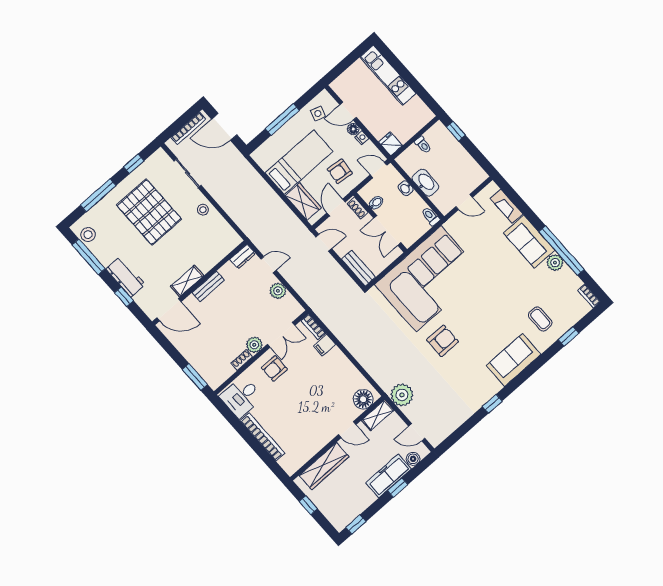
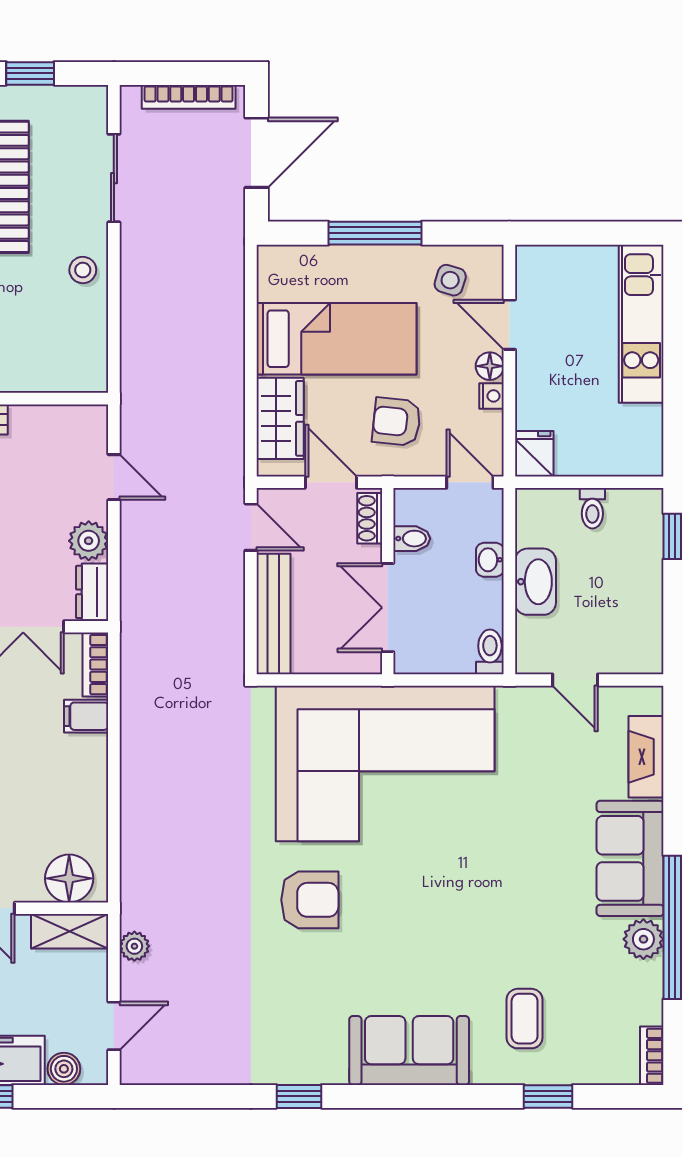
door: (224, 127) -> (257, 153), swing flipped
door: (336, 207) -> (331, 482), hinge flipped
dresser: (243, 256) -> (92, 592), moved, turned 90
bench: (358, 268) -> (273, 614), width x1.36
plant: (402, 395) -> (134, 946), width x0.53, depth x0.53
door: (417, 432) -> (114, 1026), swing flipped

